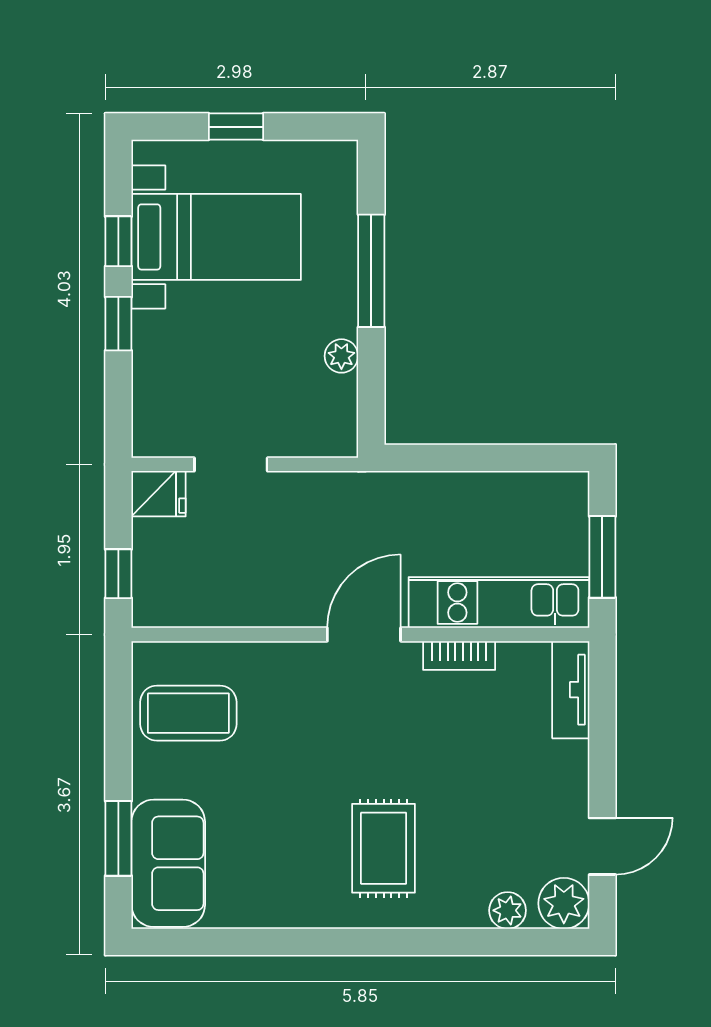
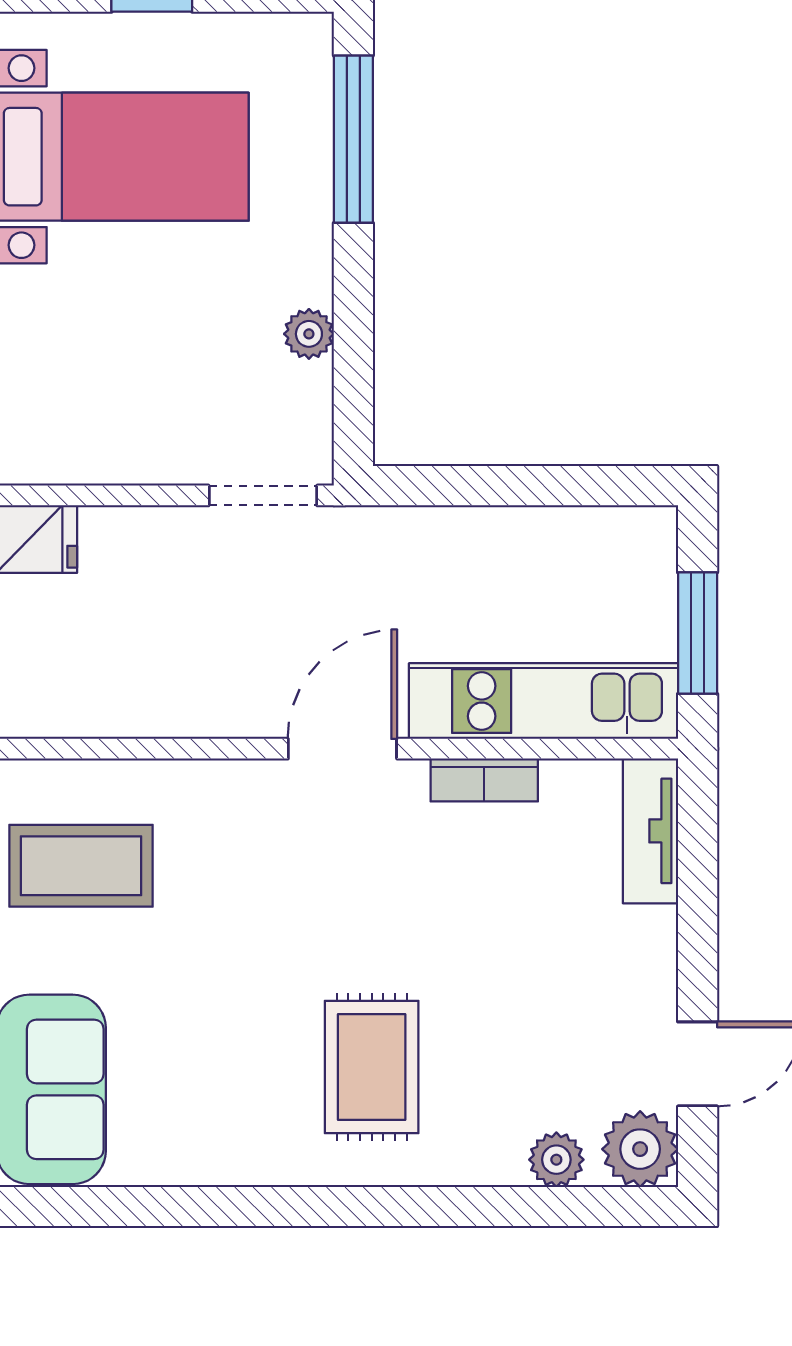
window: (371, 271) -> (353, 139), moved
doorway: (231, 464) -> (263, 495), moved

